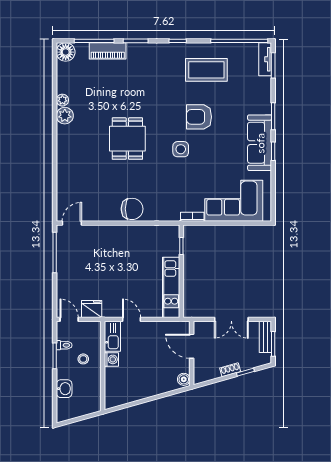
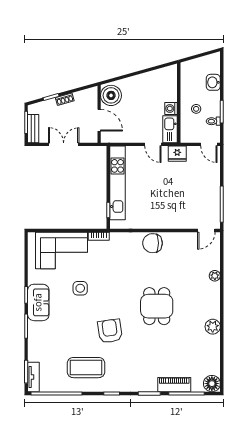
plant: (62, 100) -> (215, 276), moved
armchair: (199, 117) -> (110, 331), moved, turned -98
sofa: (260, 143) -> (38, 302), width x0.73
side table: (181, 149) -> (80, 288), moved
kitchen unit: (171, 287) -> (117, 183), width x1.36
fridge: (92, 309) -> (177, 154), moved
boiler: (184, 379) -> (111, 95), width x1.86, depth x1.86

